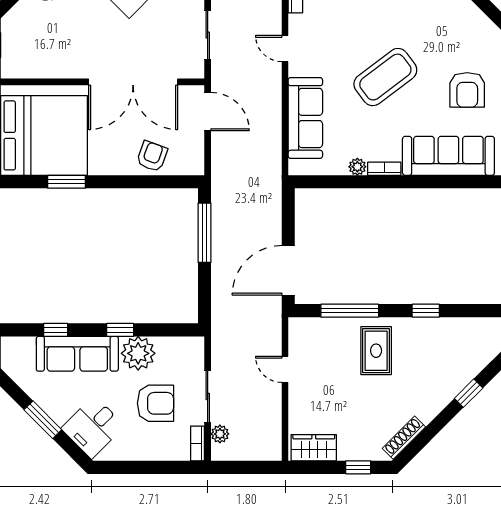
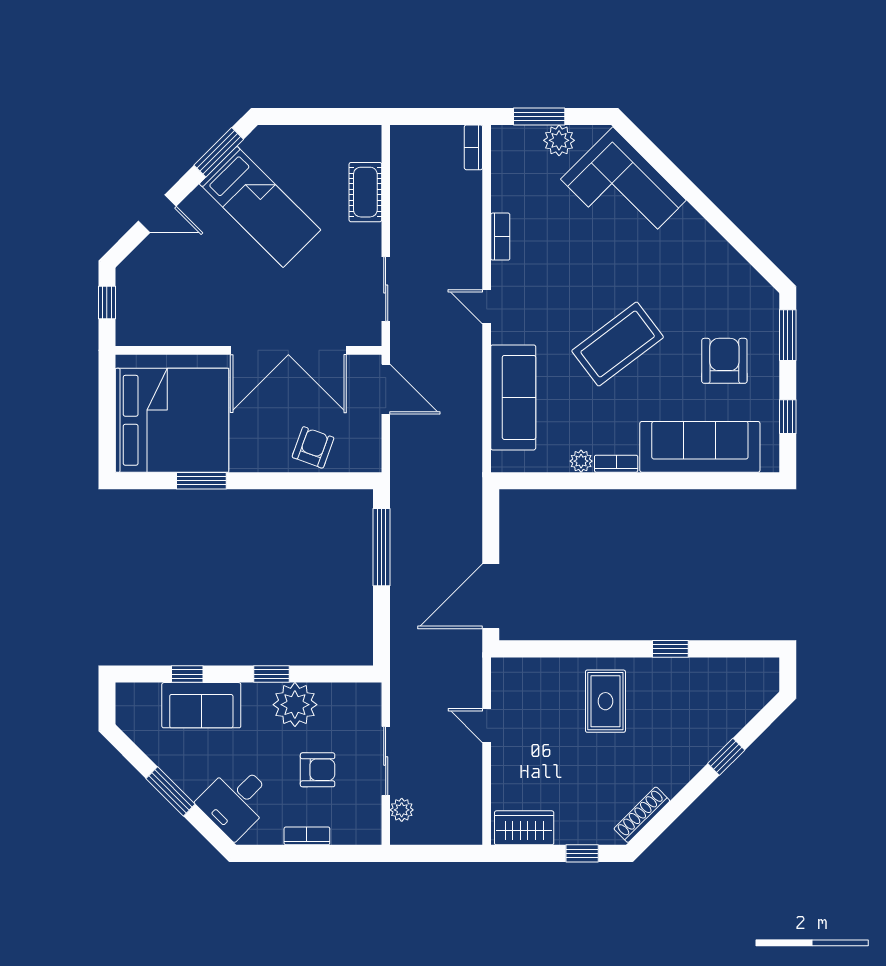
armchair: (467, 90) -> (724, 361), turned 180
window: (350, 311) -> (571, 649), removed
sofa: (77, 354) -> (201, 705), width x0.73
armchair: (155, 403) -> (318, 770), width x0.72, depth x0.72
bookcase: (198, 443) -> (307, 836), moved, turned 90

